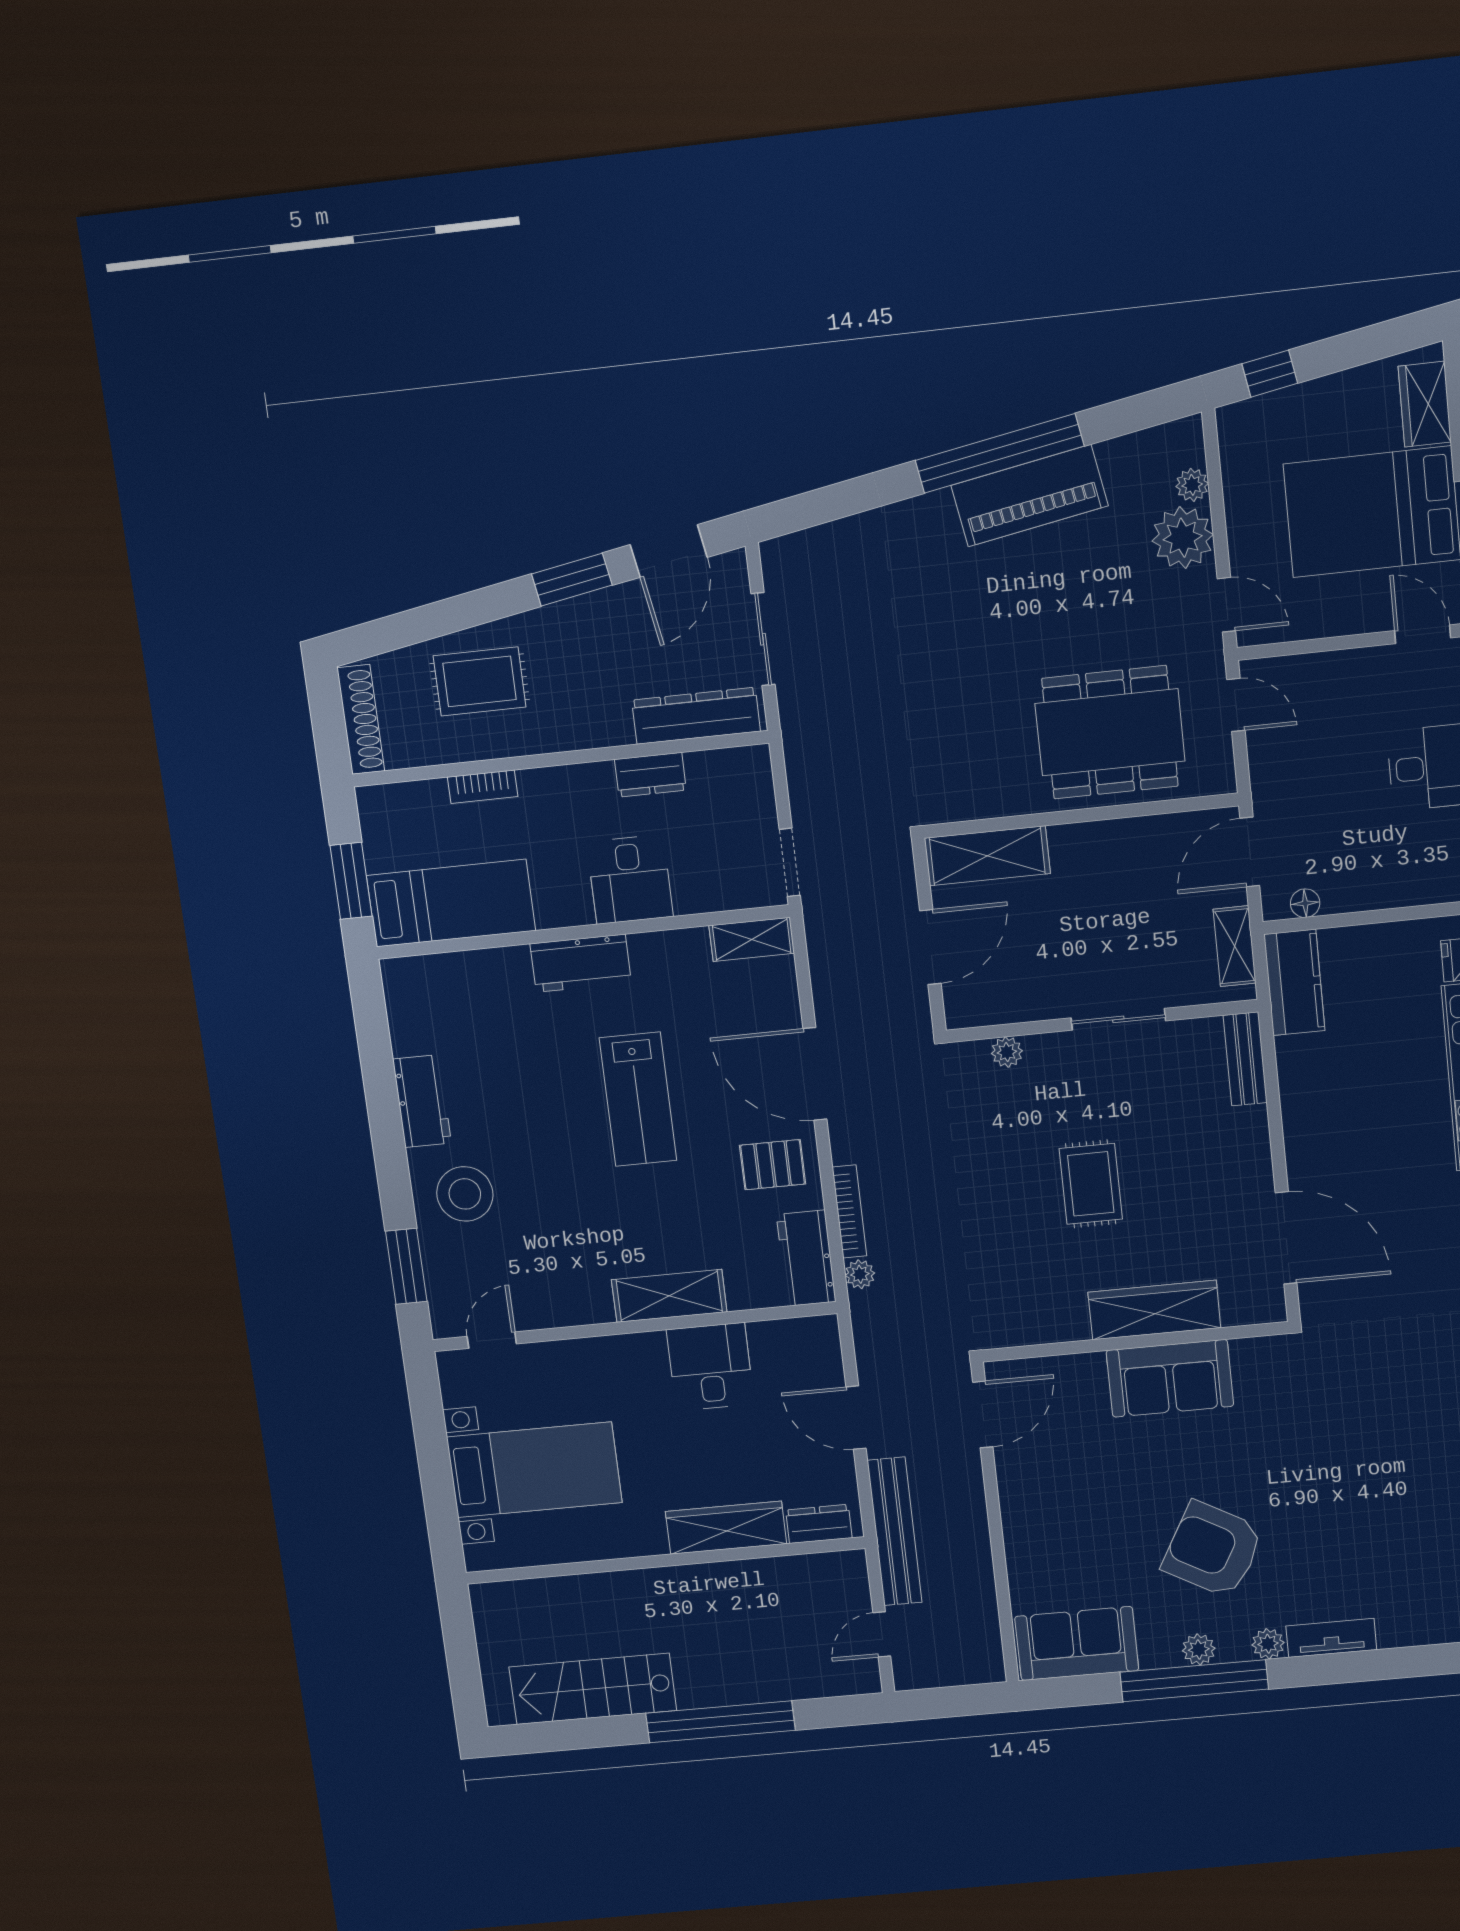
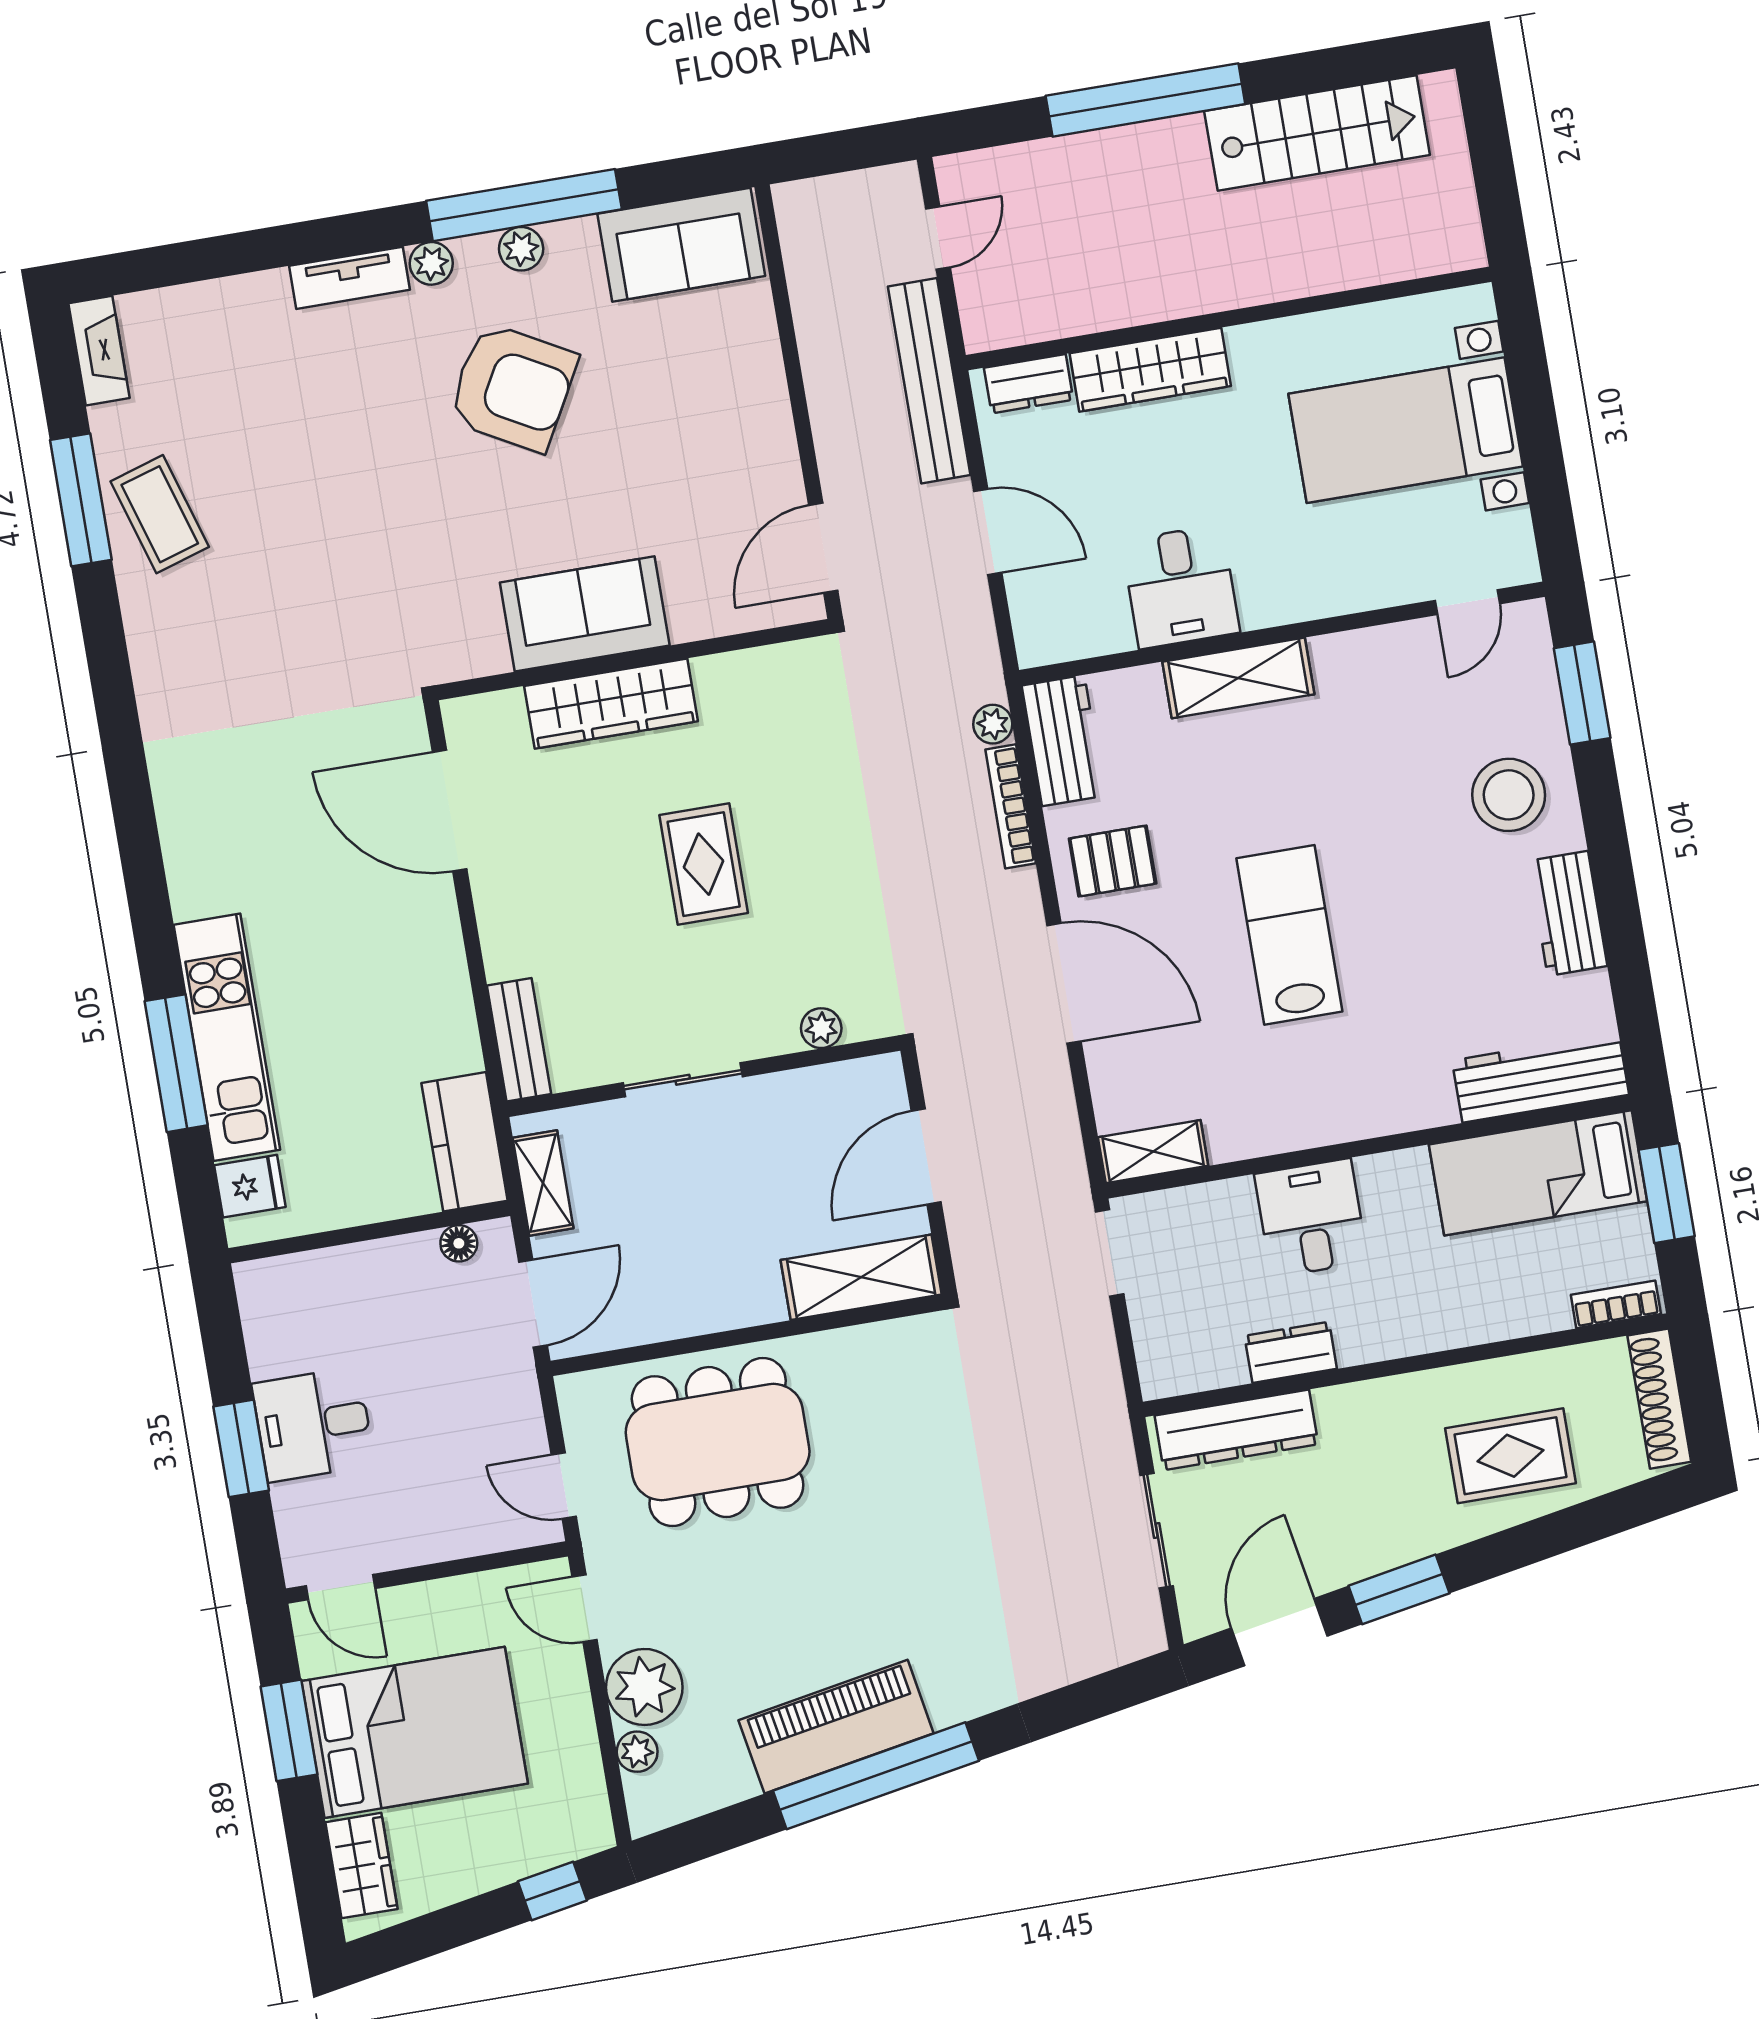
bookcase: (483, 787) -> (1616, 1304), moved
workbench: (581, 963) -> (1541, 1078), moved, width x1.38

